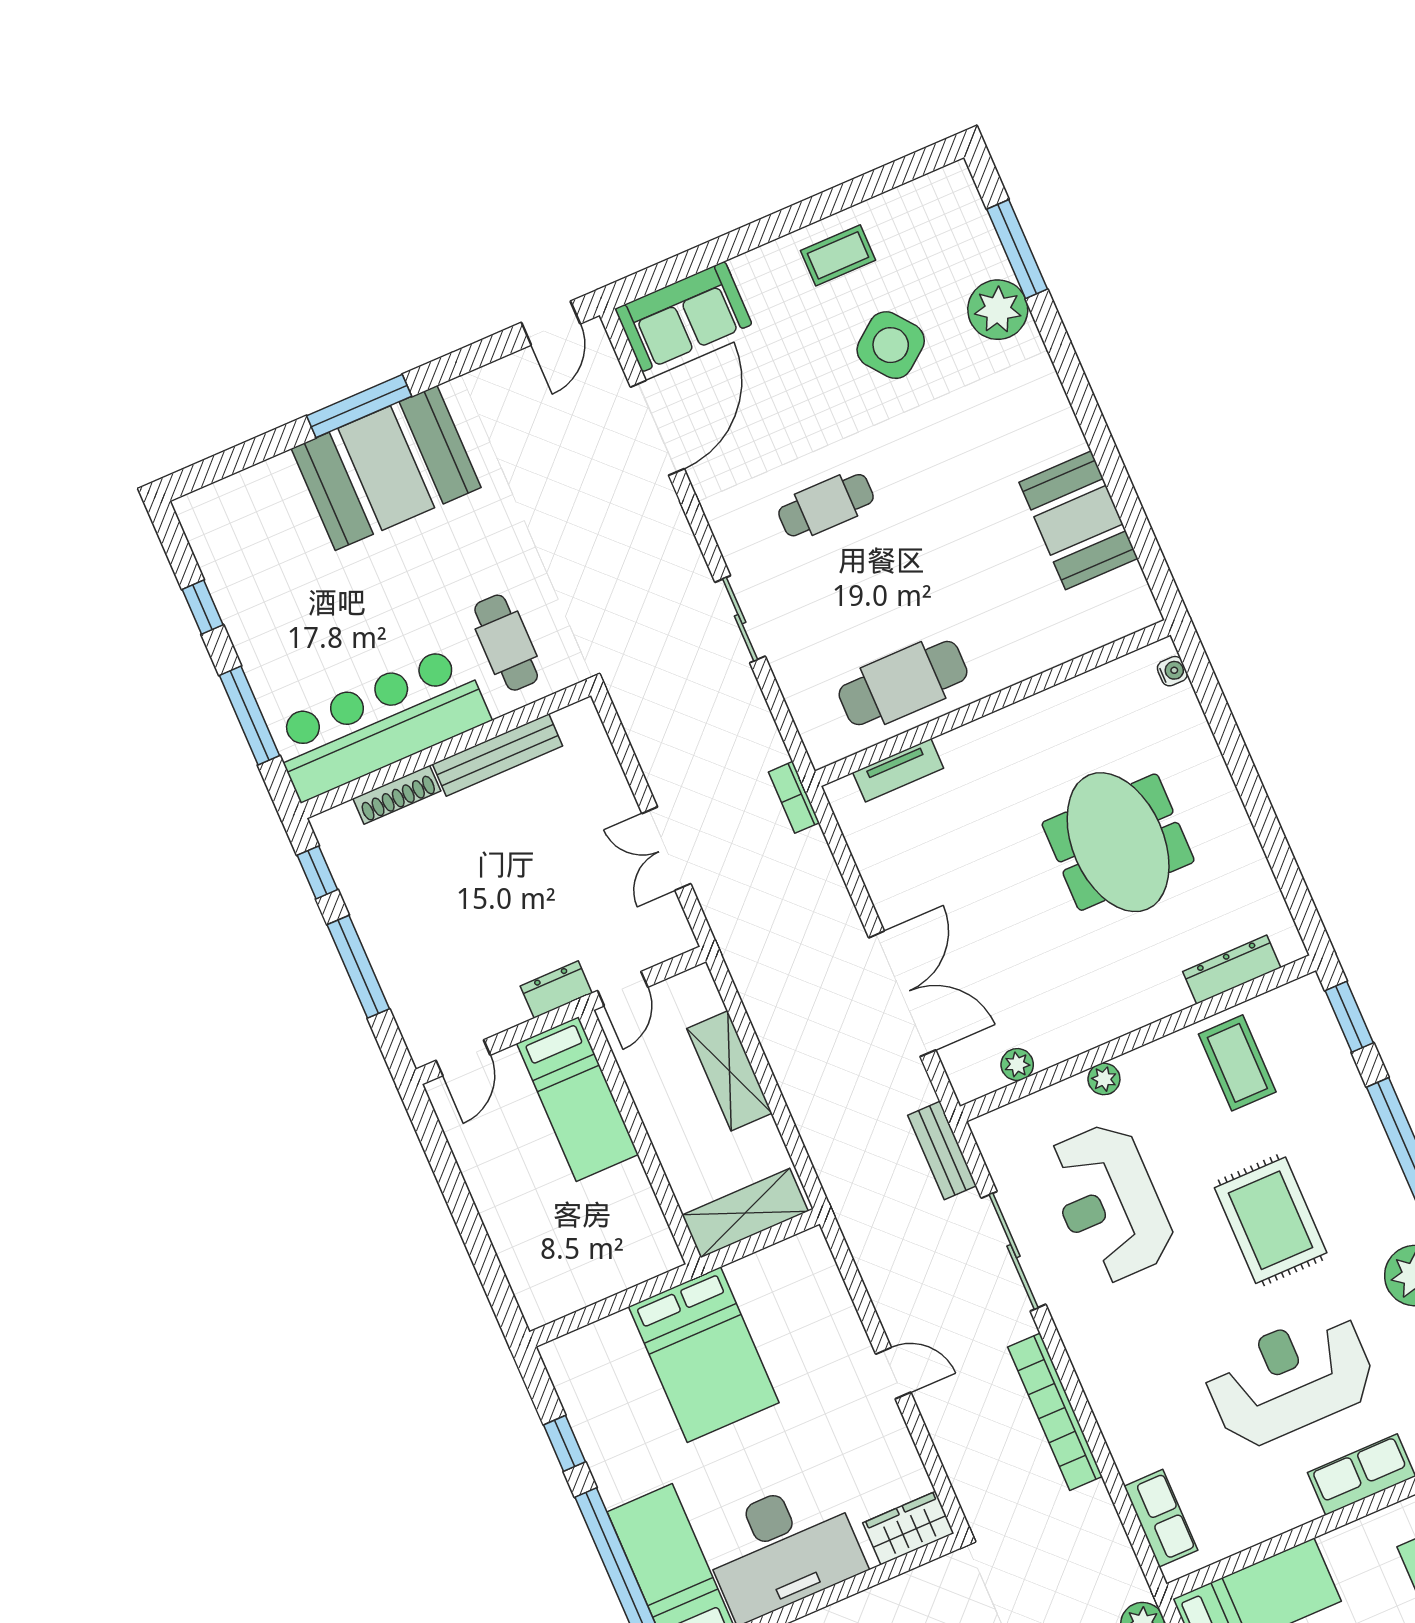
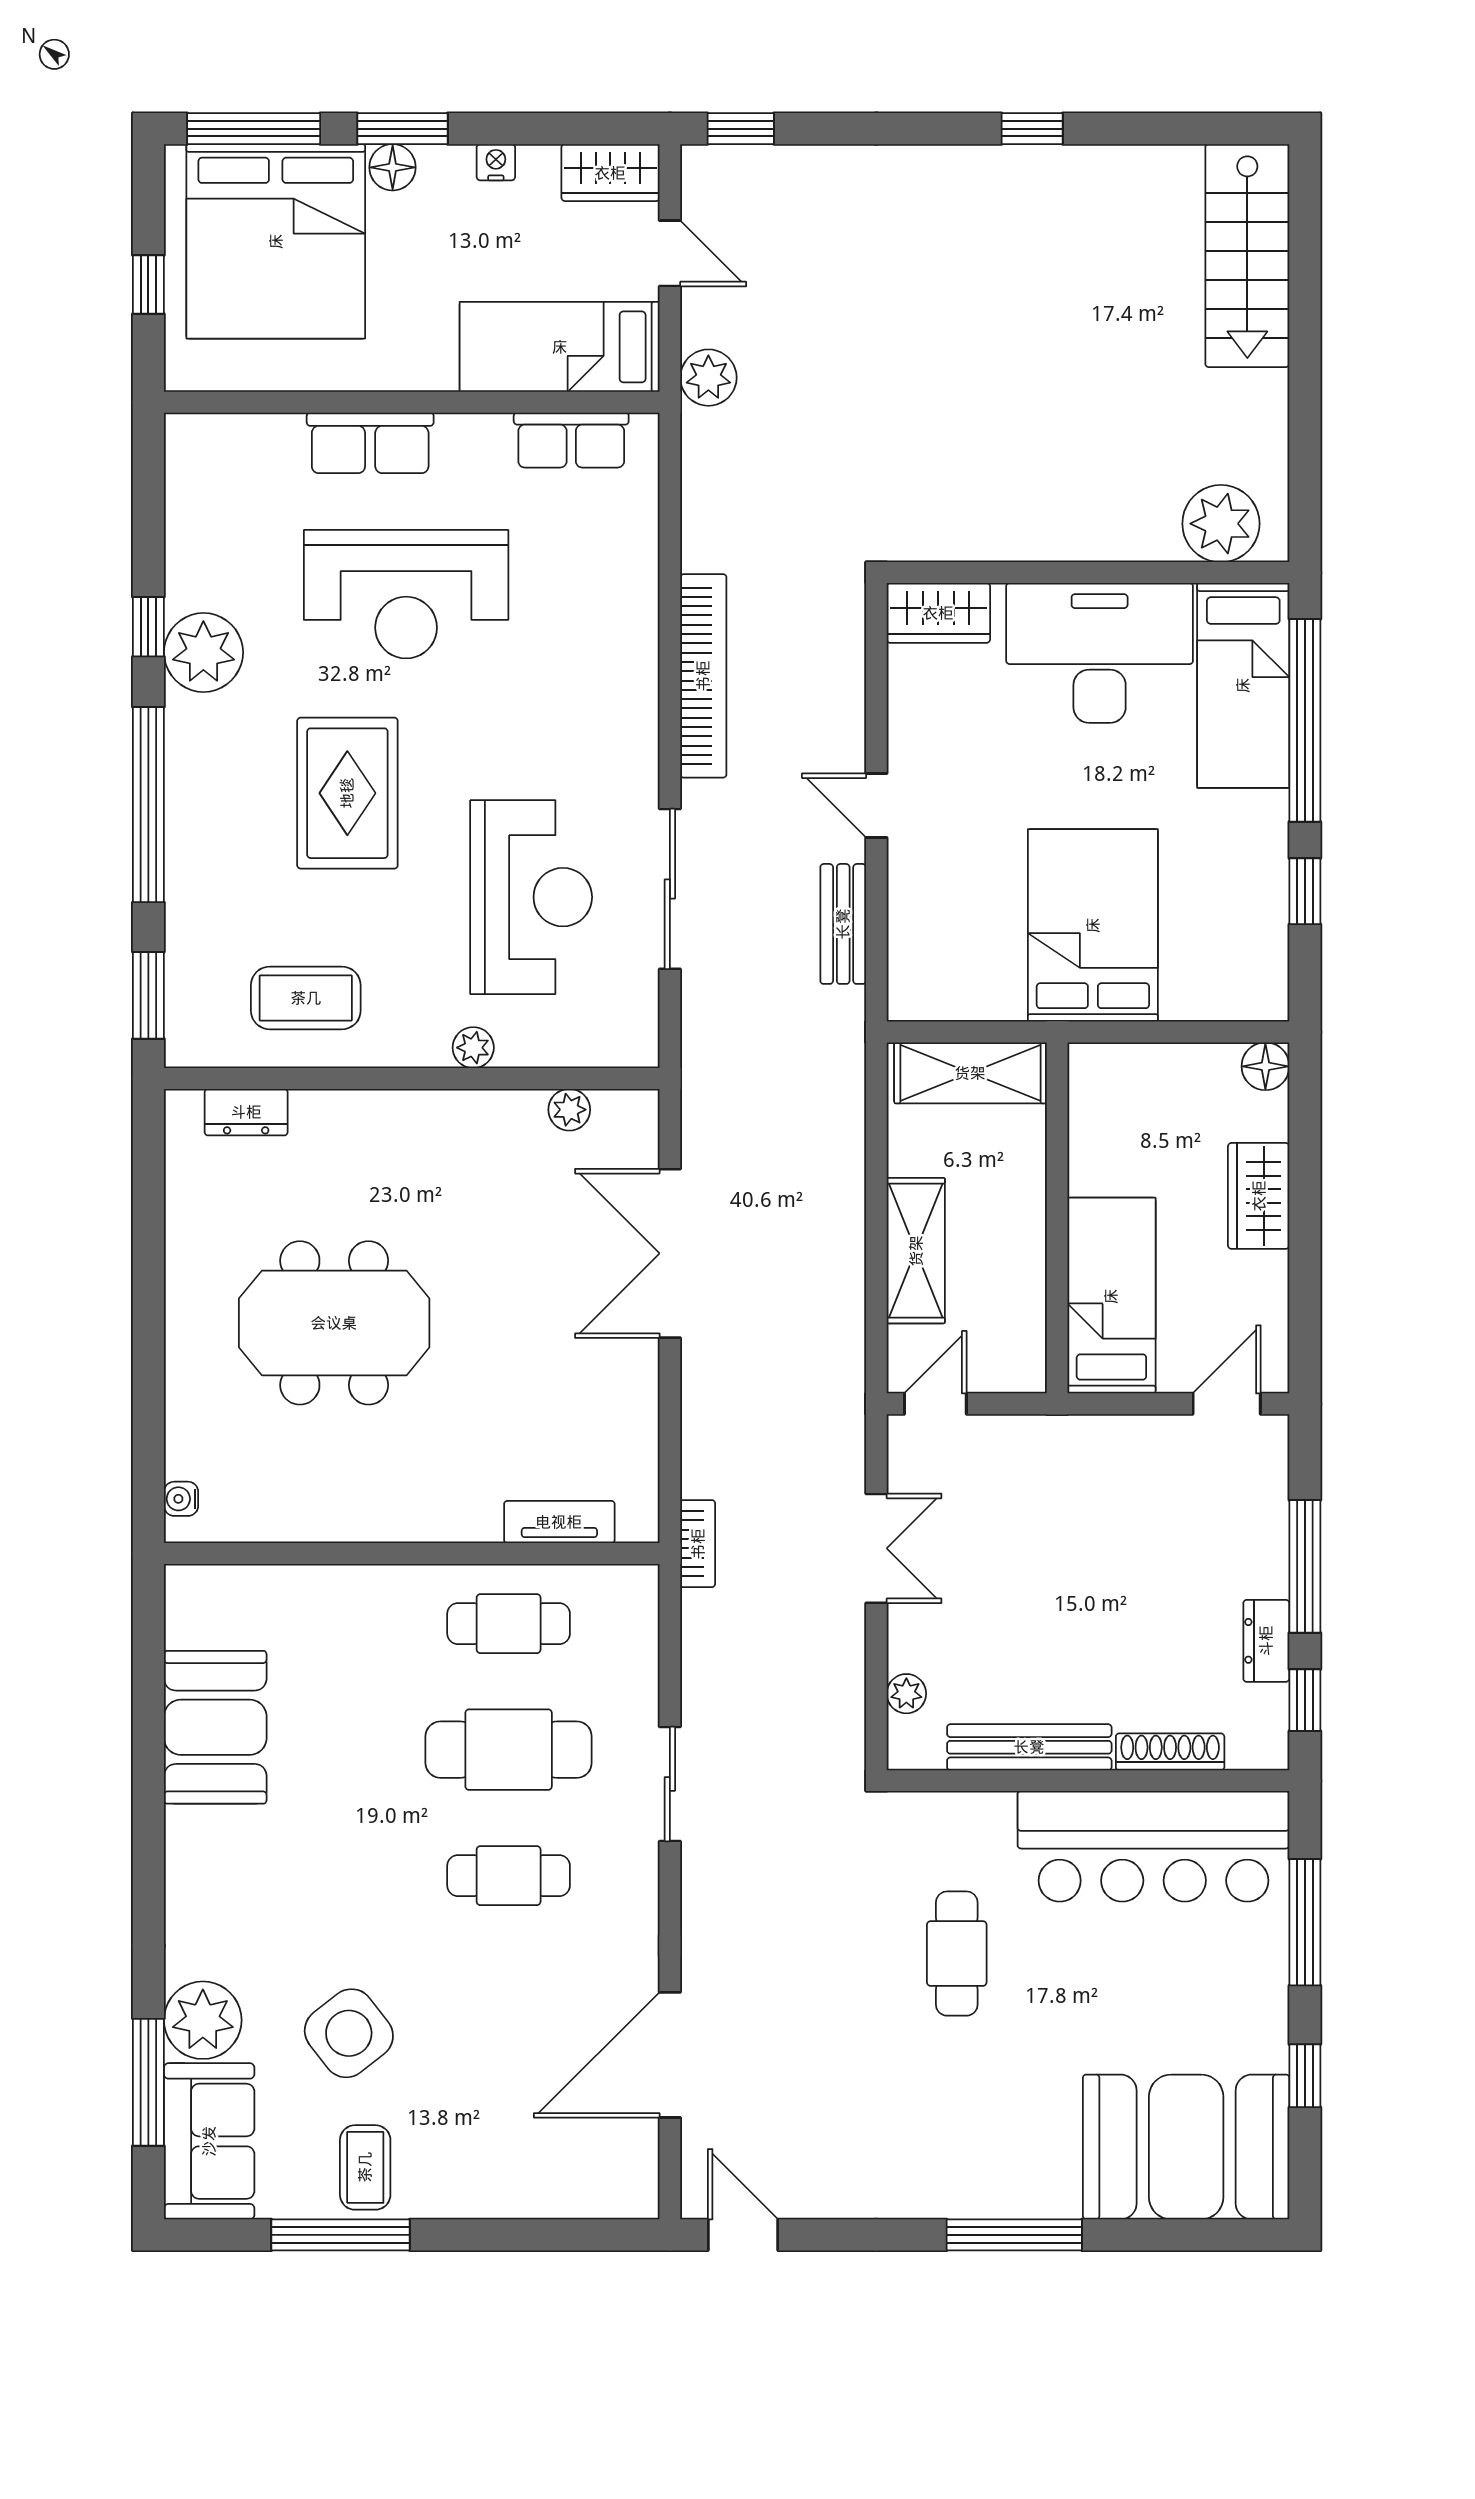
window: (835, 200) -> (340, 2235), added
coffee table: (838, 255) -> (365, 2167), turned 90
sofa: (683, 317) -> (209, 2141), moved, turned 90
door: (551, 323) -> (743, 2235), hinge flipped
booth: (386, 468) -> (1186, 2147), moved
cafe table: (865, 594) -> (509, 1750), added
cafe table: (506, 643) -> (957, 1954), moved
cafe table: (903, 683) -> (509, 1624), width x0.73, depth x0.74
plant: (601, 755) -> (906, 1694), added
meeting table: (1118, 842) -> (334, 1323), turned 90
dresser: (1232, 970) -> (246, 1112), width x0.70
door: (623, 989) -> (935, 1404), moved
dresser: (556, 990) -> (1266, 1641), moved, turned 90
coffee table: (1237, 1063) -> (306, 998), turned 90
bench: (942, 1150) -> (843, 924), moved
wardrobe: (504, 1214) -> (1259, 1196), added
floor lamp: (539, 1308) -> (1265, 1066), added
row of seats: (1161, 1518) -> (571, 440), moved, turned -90

